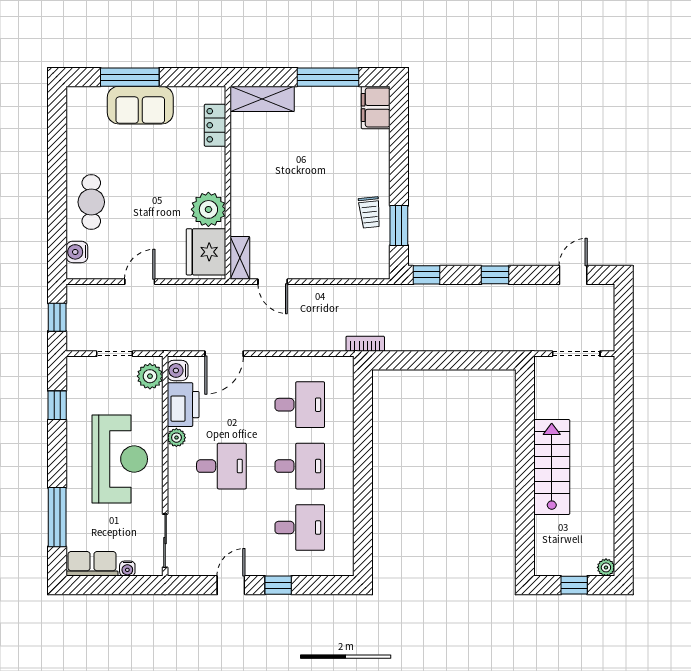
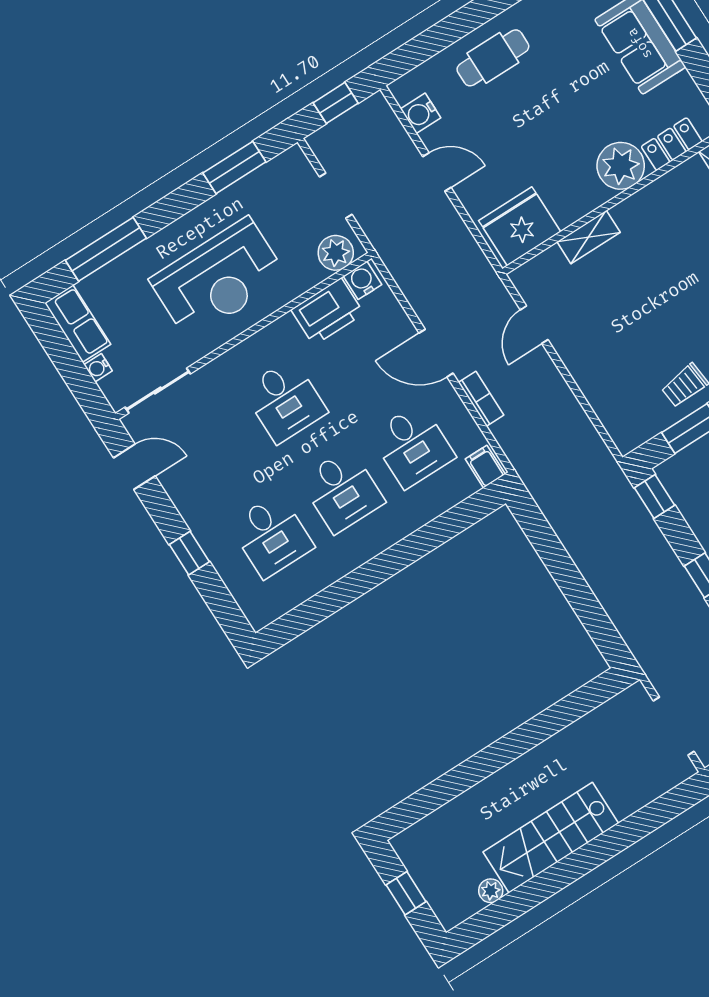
plant: (208, 209) -> (621, 166), moved
water cooler: (77, 252) -> (421, 113), moved, turned -90
shelving: (240, 258) -> (589, 237), moved
bookcase: (365, 344) -> (481, 399), moved
door: (224, 354) -> (436, 353), moved
filing cabinet: (341, 368) -> (485, 467), added
window: (57, 405) -> (234, 167), width x1.50
plant: (176, 438) -> (285, 328), removed
stairs: (552, 467) -> (551, 838), moved, turned 180
plant: (606, 567) -> (491, 891), moved
door: (231, 585) -> (134, 467), moved

